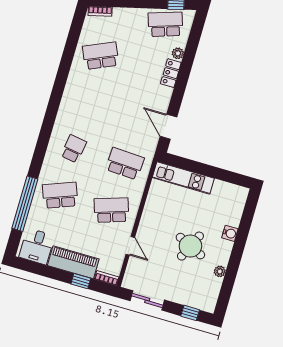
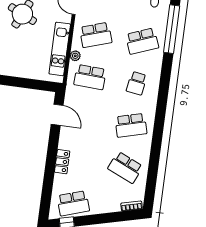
plant: (178, 53) -> (75, 56), moved
school desk: (101, 56) -> (125, 167), turned 48
school desk: (87, 102) -> (131, 125), added
kitchen unit: (183, 178) -> (60, 49), moved, turned -90

